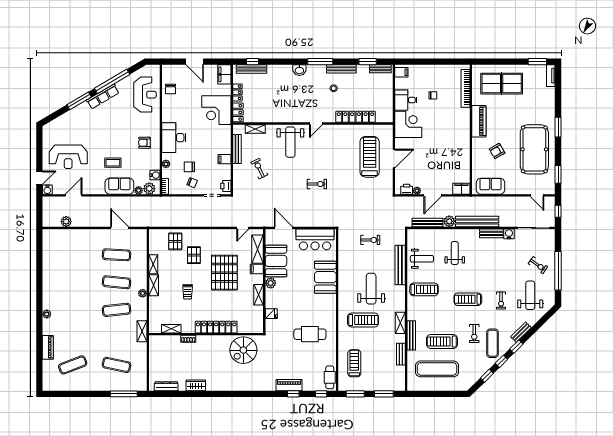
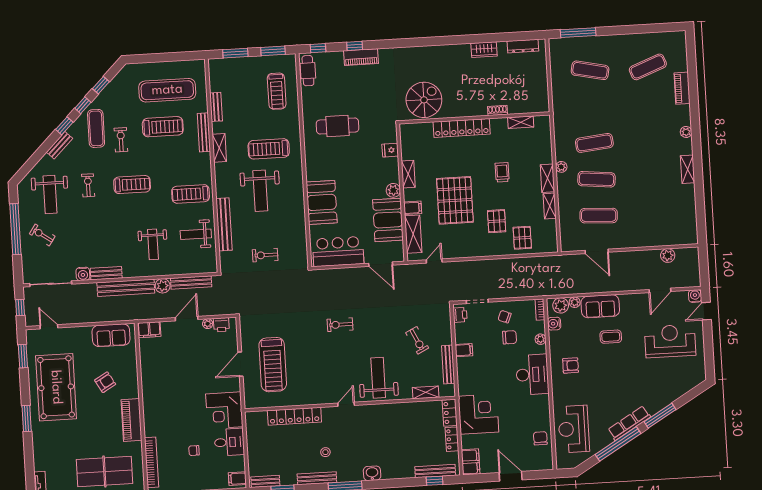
shelving: (142, 331) -> (688, 169), moved

